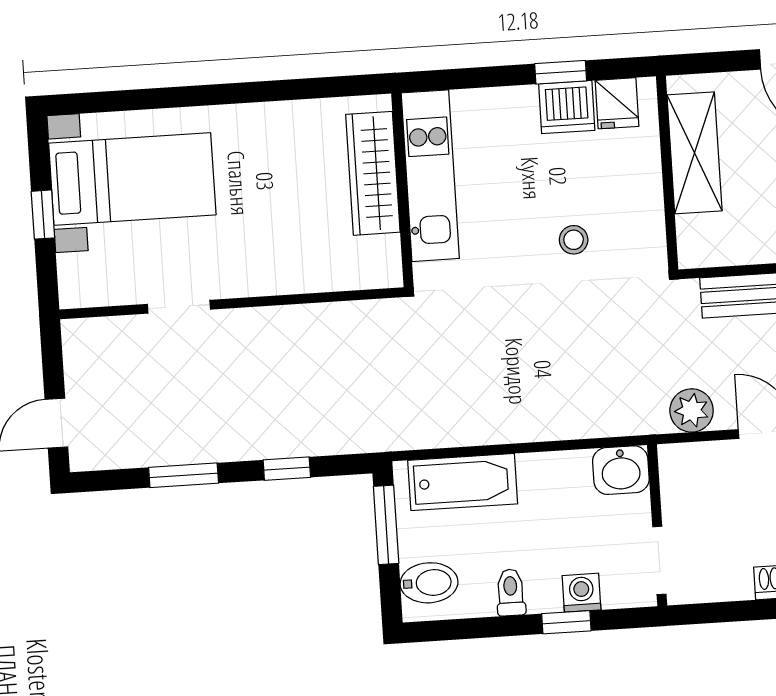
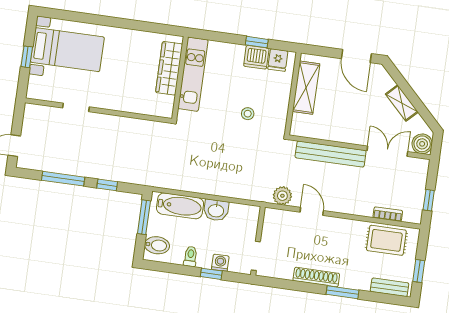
washbasin: (621, 470) -> (216, 210), moved
window: (184, 475) -> (63, 179), width x1.44

